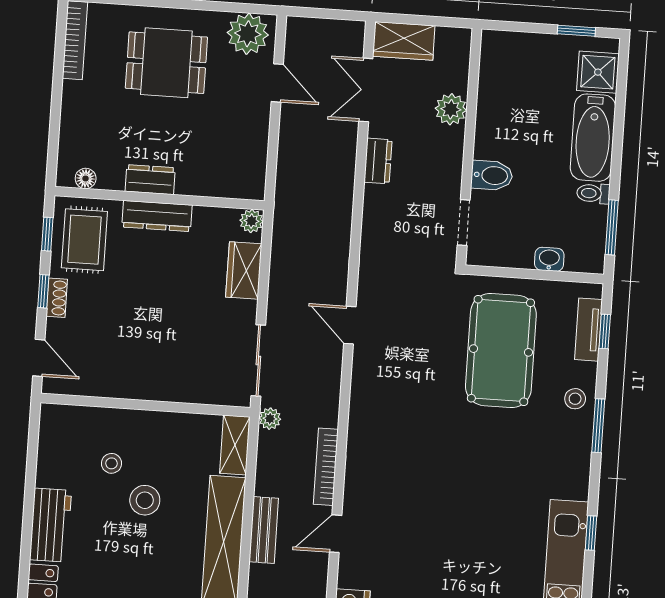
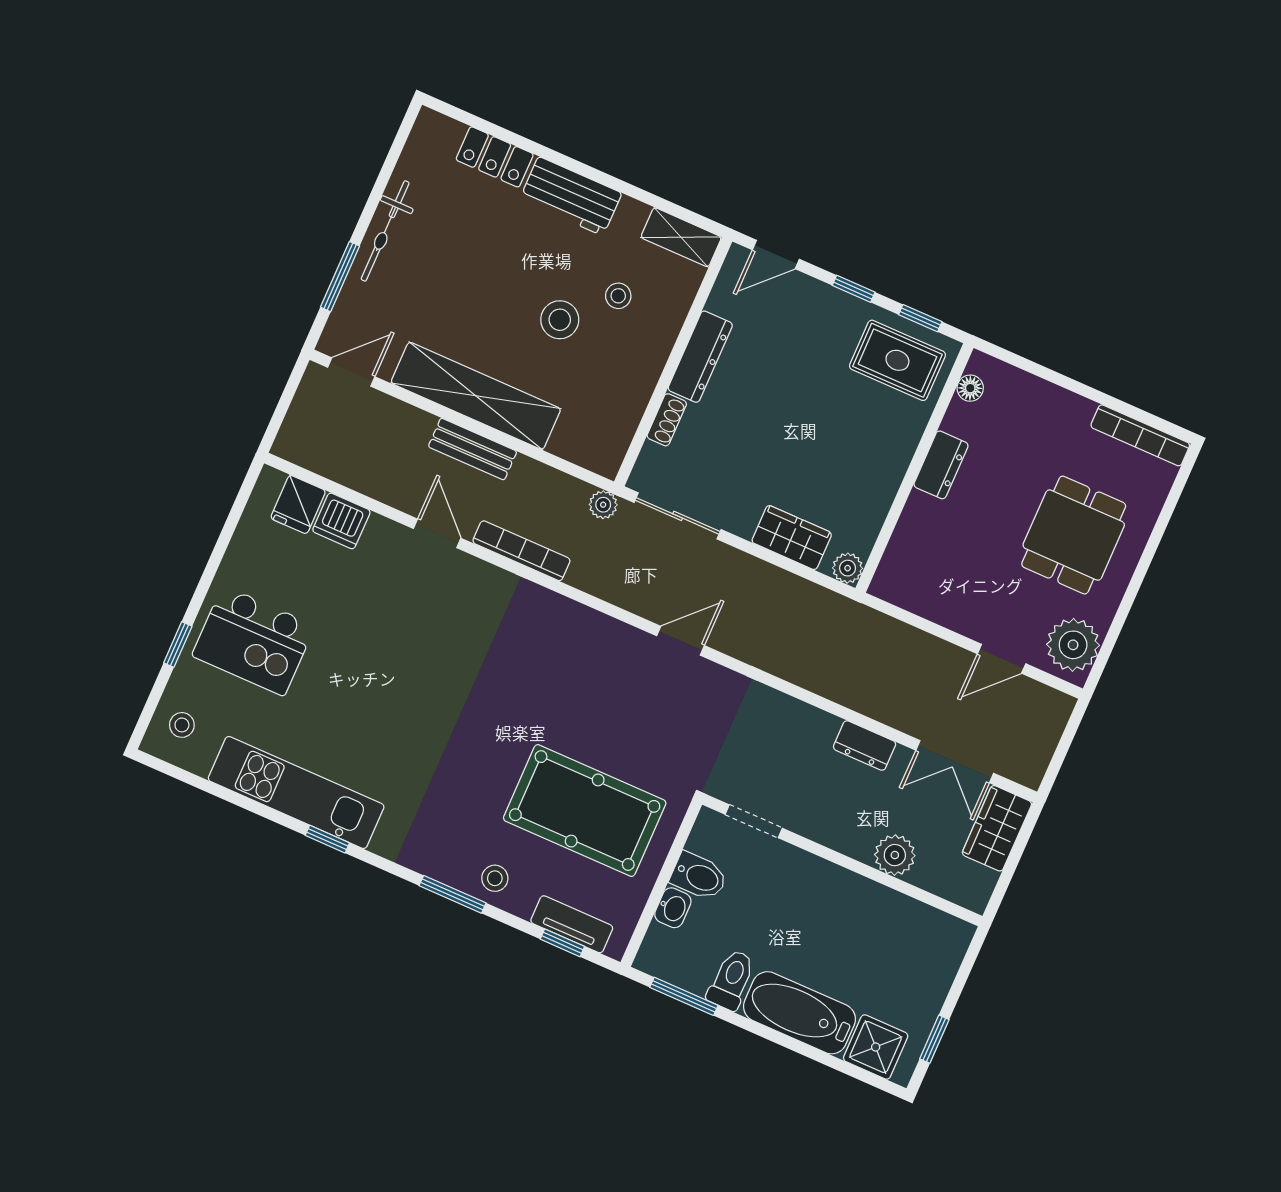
double door: (366, 90) -> (955, 762), swing flipped
bidet: (492, 175) -> (699, 876), moved, turned -90
toilet: (593, 193) -> (731, 980), width x1.37, depth x1.39
dresser: (157, 216) -> (700, 357), moved, turned 180
shoe rack: (57, 298) -> (667, 420), moved, turned -90
shelving: (235, 445) -> (681, 237), moved

